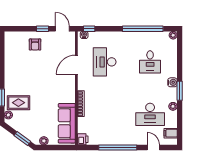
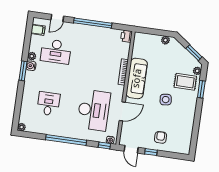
window: (143, 29) -> (66, 140), moved
desk: (105, 62) -> (94, 110), width x1.36, depth x1.30
side table: (35, 82) -> (166, 100), added
water cooler: (172, 82) -> (31, 66), moved
desk: (150, 114) -> (56, 51), turned 180
sofa: (67, 123) -> (137, 78), moved
window: (22, 139) -> (194, 53), moved
door: (153, 148) -> (57, 18), hinge flipped

